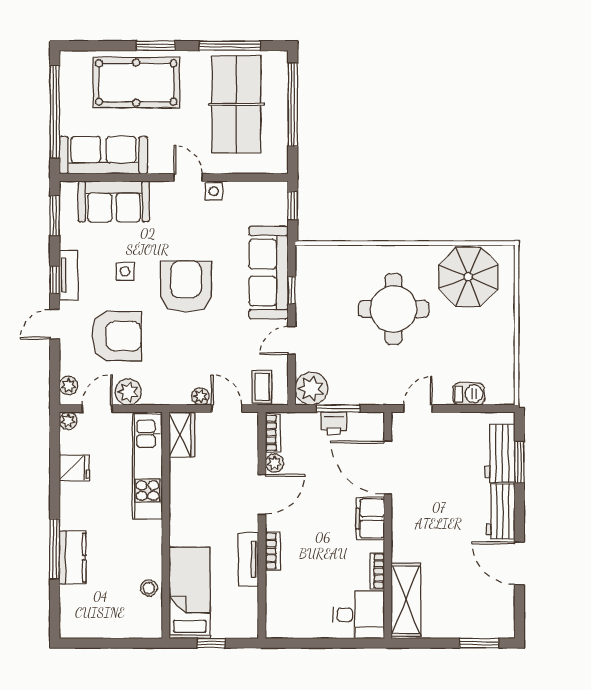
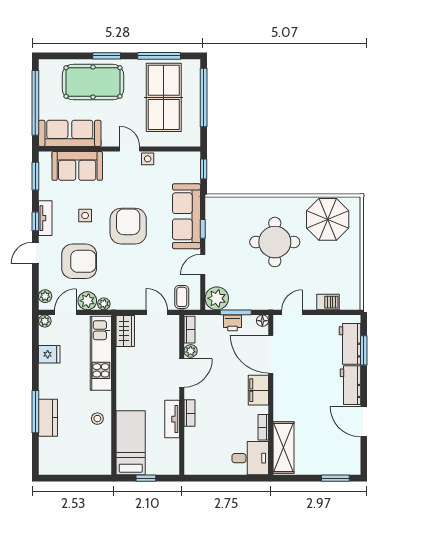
plant: (200, 396) -> (104, 304), moved
floor lamp: (376, 420) -> (262, 321), added
stool: (149, 588) -> (97, 419), moved

